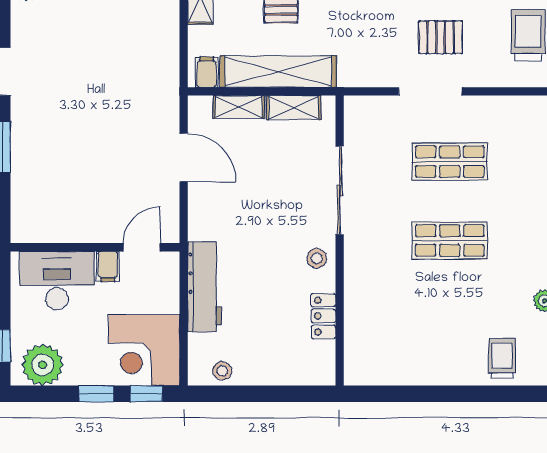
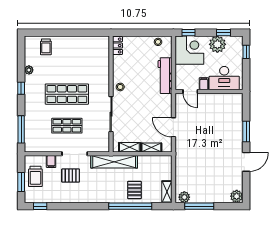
filing cabinet: (207, 72) -> (51, 162), moved
shelving: (278, 72) -> (114, 162), moved
shop shelf: (450, 241) -> (67, 94), width x1.43, depth x1.36
door: (142, 247) -> (190, 91), hinge flipped
locker: (323, 316) -> (117, 46), moved
plant: (43, 365) -> (217, 44), moved
window: (96, 394) -> (224, 33), moved

